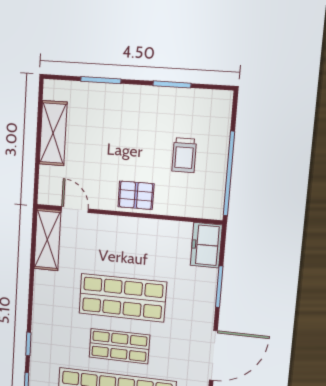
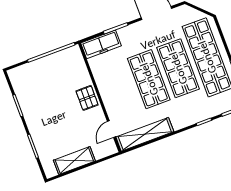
trolley: (184, 155) -> (53, 81), removed
shelving: (47, 240) -> (145, 134), width x1.47
freezer: (206, 245) -> (101, 44), width x1.40
shop shelf: (119, 346) -> (178, 68), width x1.43, depth x1.36

